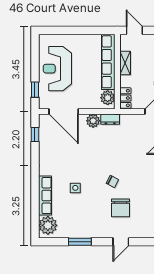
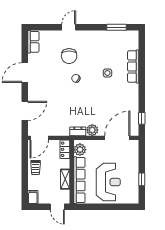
reception desk: (57, 69) -> (108, 182), moved
window: (35, 90) -> (142, 179), moved
door: (64, 111) -> (117, 138), hinge flipped
chair: (120, 208) -> (69, 56), turned 180
plant: (48, 225) -> (131, 41), removed
window: (80, 242) -> (116, 27), moved

